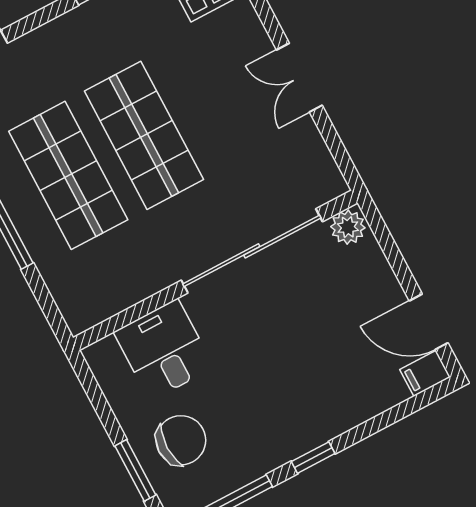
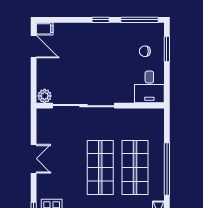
desk: (164, 350) -> (149, 87), moved
chair: (181, 440) -> (145, 51), width x0.54, depth x0.54

